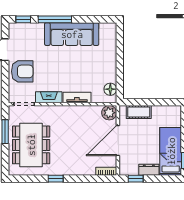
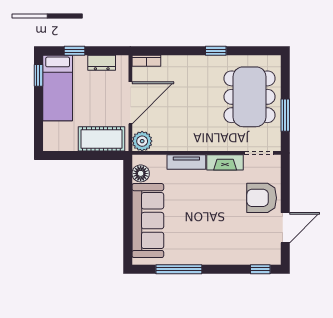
window: (55, 19) -> (179, 269), moved
sofa: (72, 34) -> (148, 221), moved, turned 90
cot: (139, 112) -> (102, 139), width x1.37, depth x1.34
dresser: (149, 170) -> (102, 63), moved
window: (136, 179) -> (74, 51), moved

